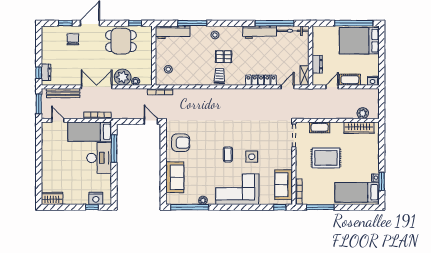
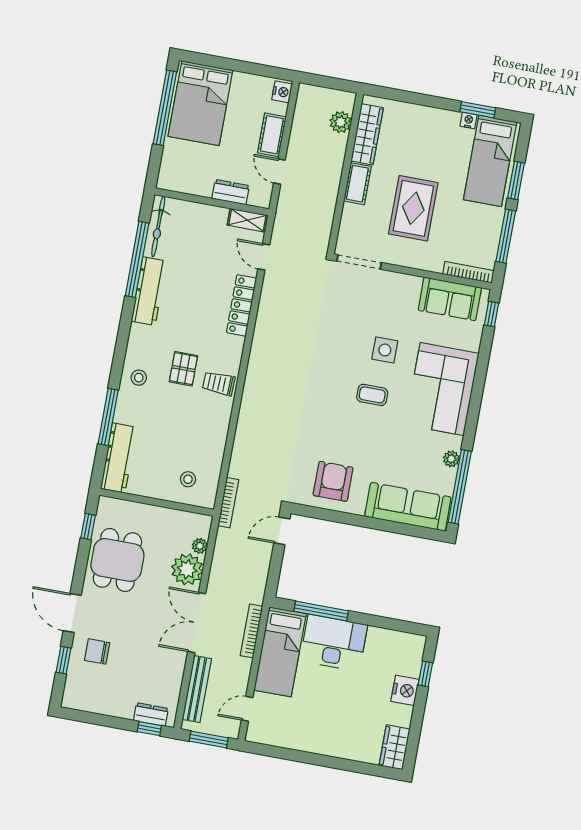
cot: (320, 127) -> (357, 184), moved
sofa: (175, 177) -> (408, 507), width x1.36
nightstand: (96, 198) -> (405, 690), moved
window: (349, 207) -> (516, 181), added

